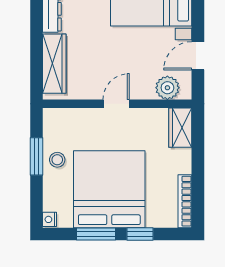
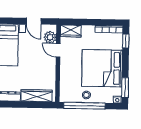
door: (116, 104) -> (58, 50), moved
window: (37, 156) -> (84, 106), width x2.11
window: (96, 234) -> (125, 88), moved
window: (140, 234) -> (126, 41), moved

